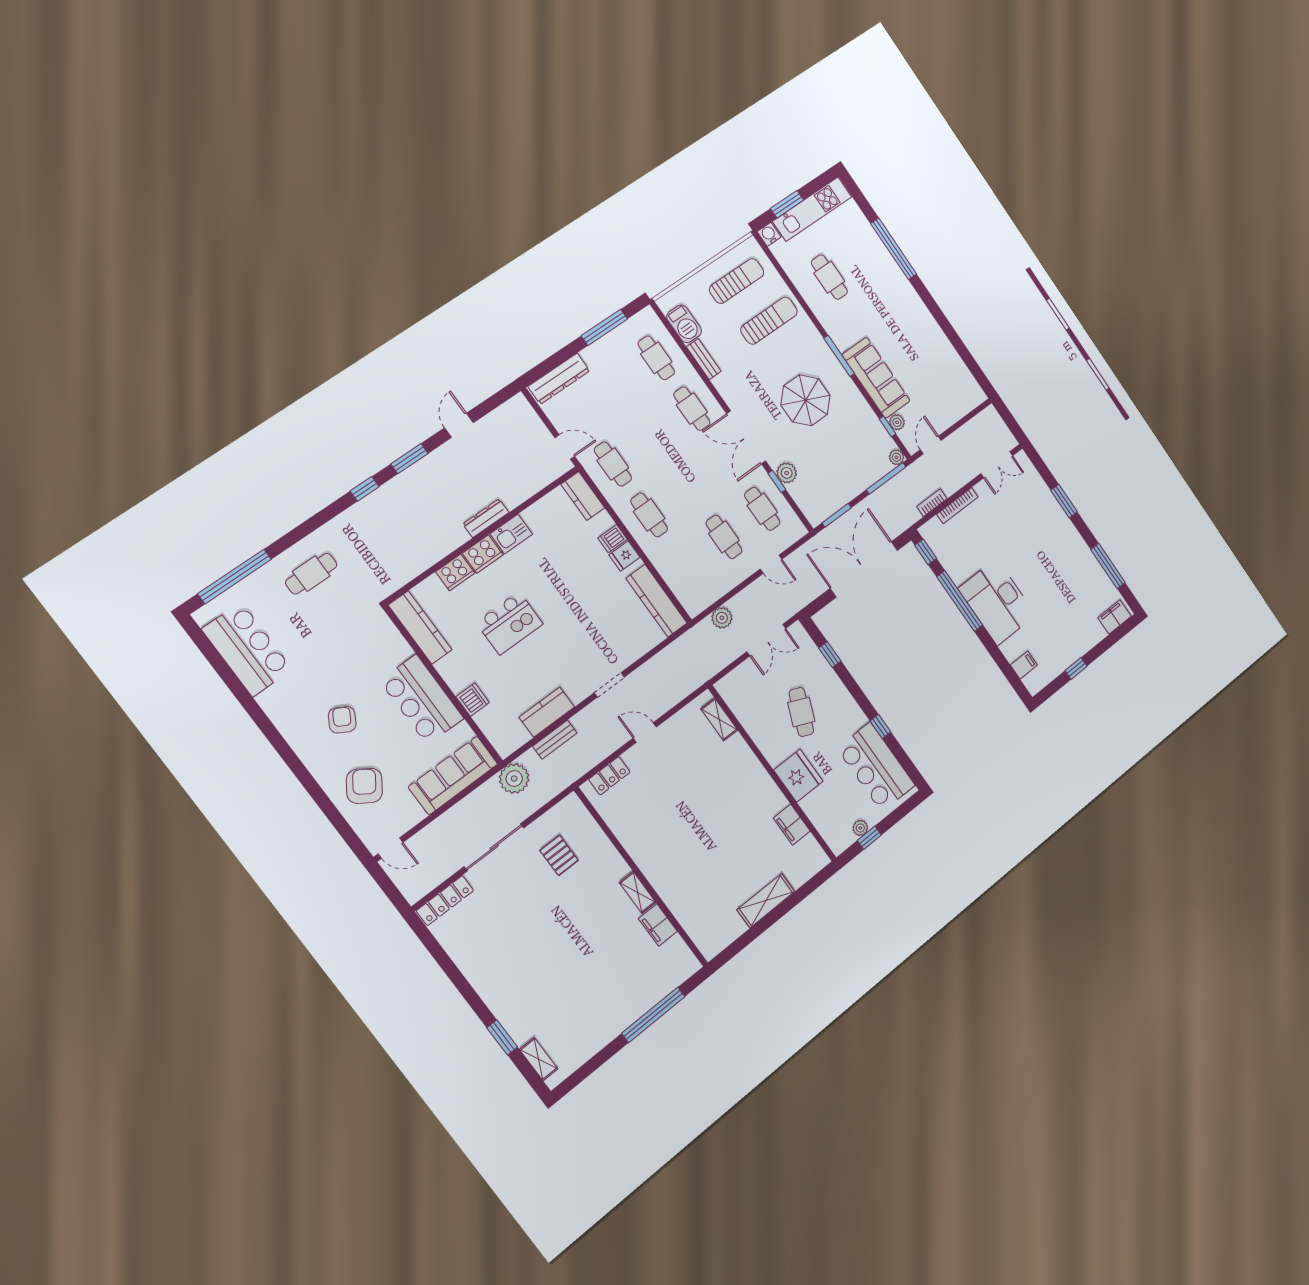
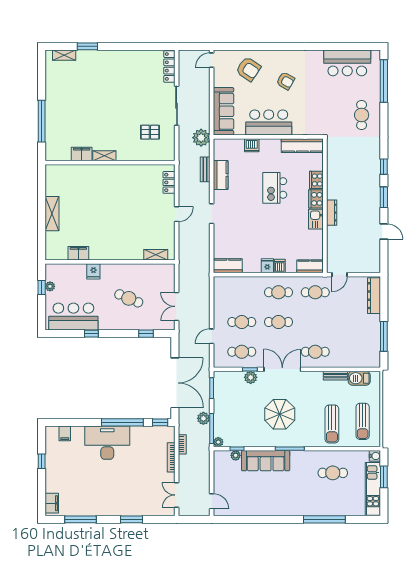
cafe table: (656, 358) -> (278, 322), moved
door: (931, 445) -> (212, 501), moved
kitchen counter: (657, 601) -> (228, 266), width x0.67
plant: (722, 618) -> (203, 418), moved
fridge: (798, 776) -> (93, 271), width x0.53, depth x0.75

